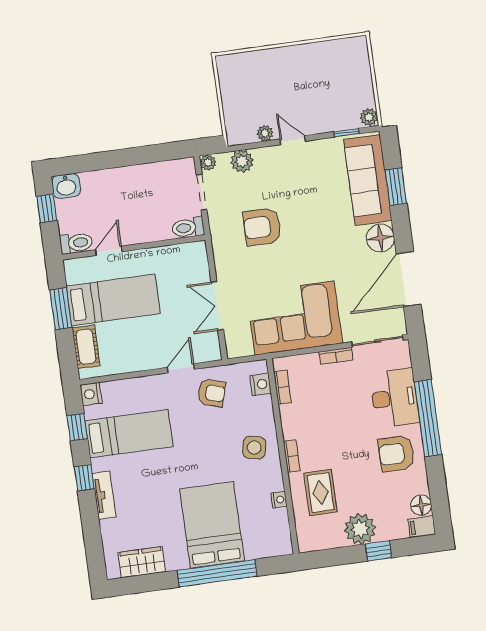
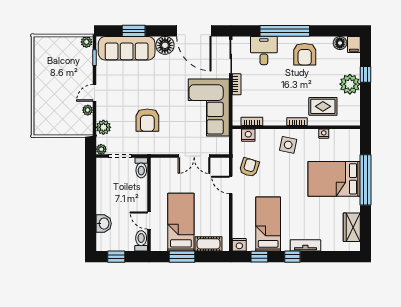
washbasin: (66, 186) -> (104, 224), moved
desk: (394, 398) -> (264, 51), width x0.73

